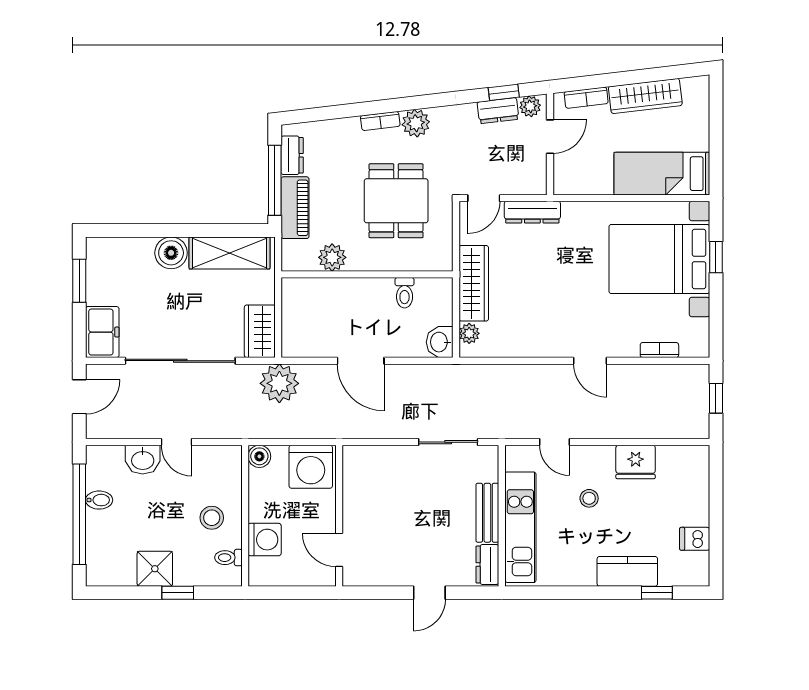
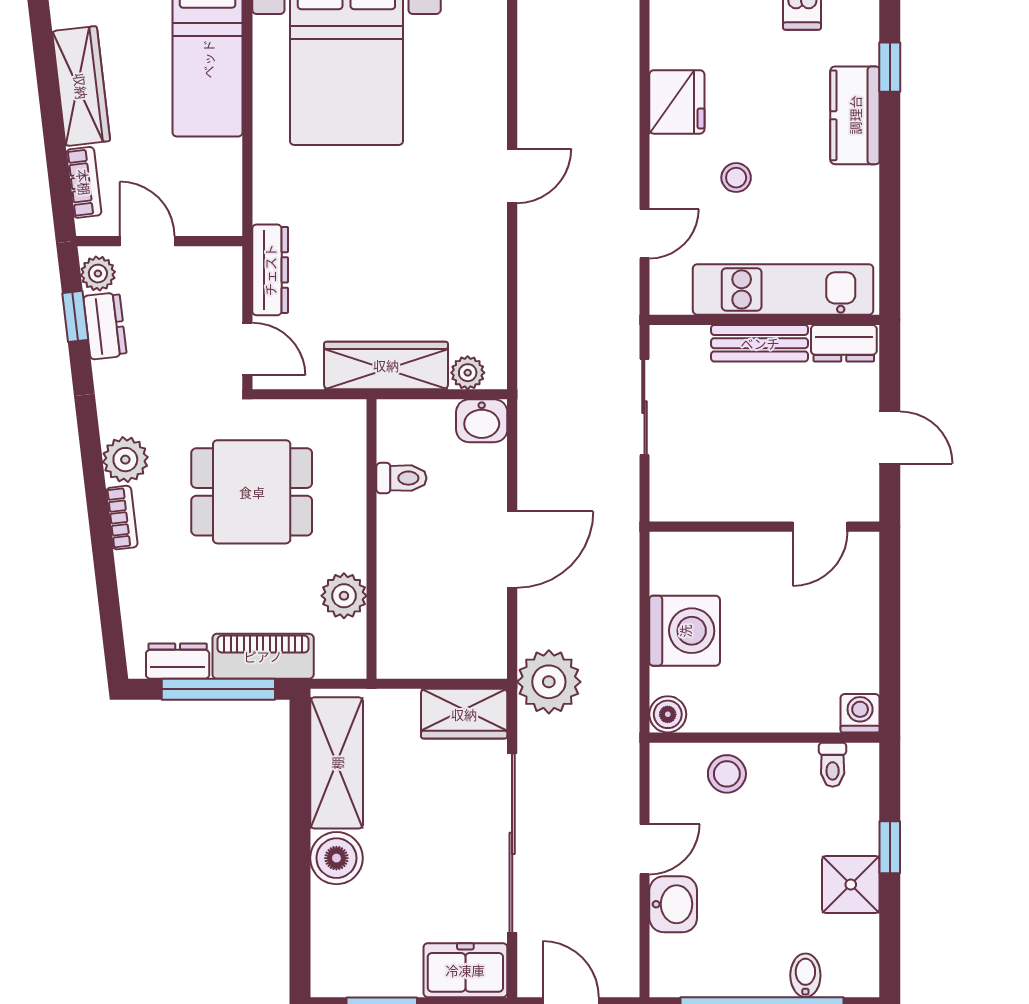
bookcase: (659, 350) -> (495, 63), removed
bidet: (99, 500) -> (805, 975), moved
wall: (339, 516) -> (764, 527), moved
stool: (212, 518) -> (727, 774), moved
washing machine: (265, 540) -> (860, 713), moved, width x0.73, depth x0.73
door: (339, 550) -> (820, 527), moved

